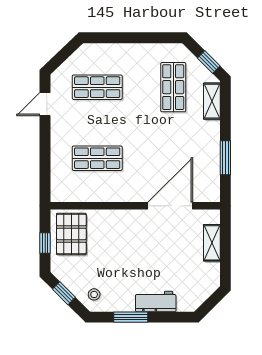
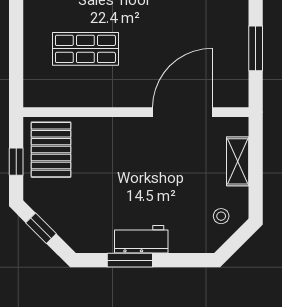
stool: (94, 294) -> (221, 216), moved
workbench: (156, 301) -> (141, 239), moved

